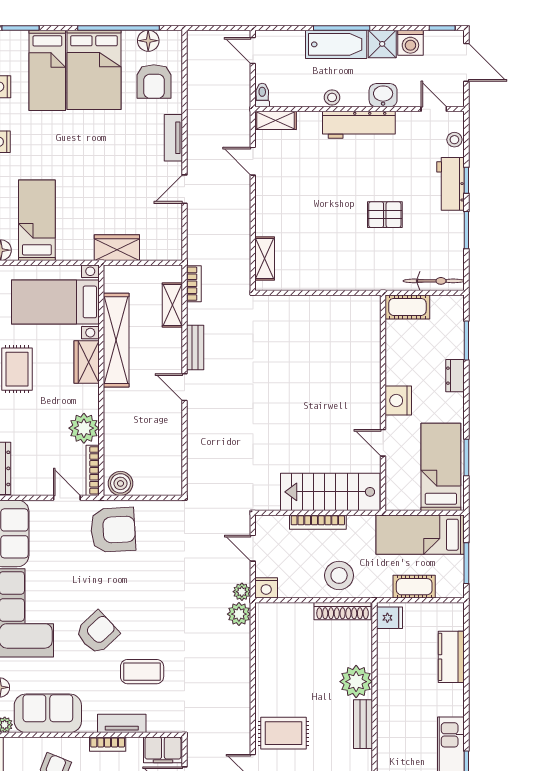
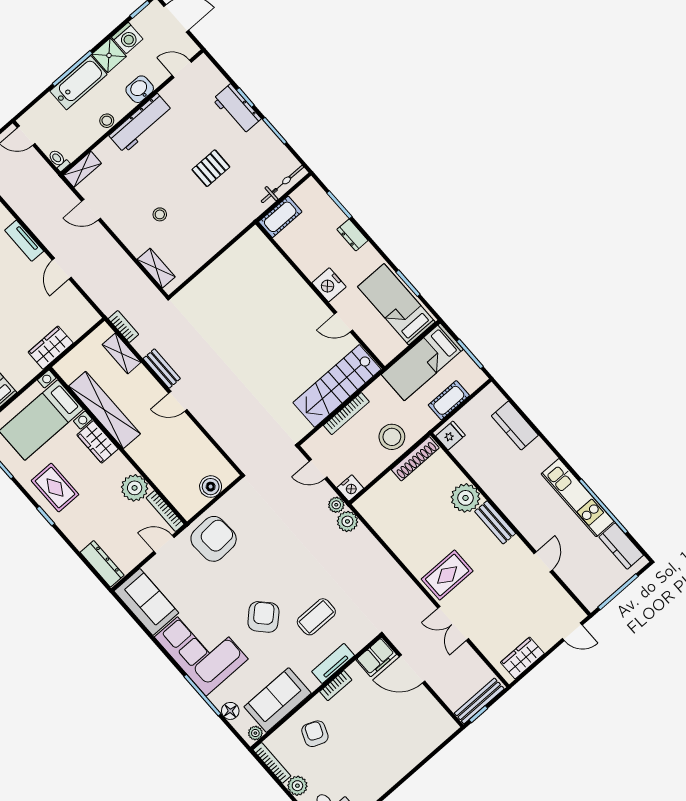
stool: (454, 140) -> (160, 214), moved
boiler: (120, 483) -> (211, 487), moved

